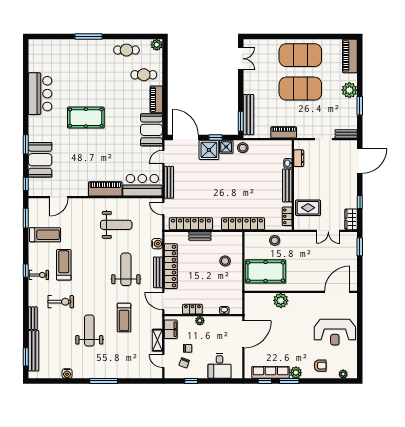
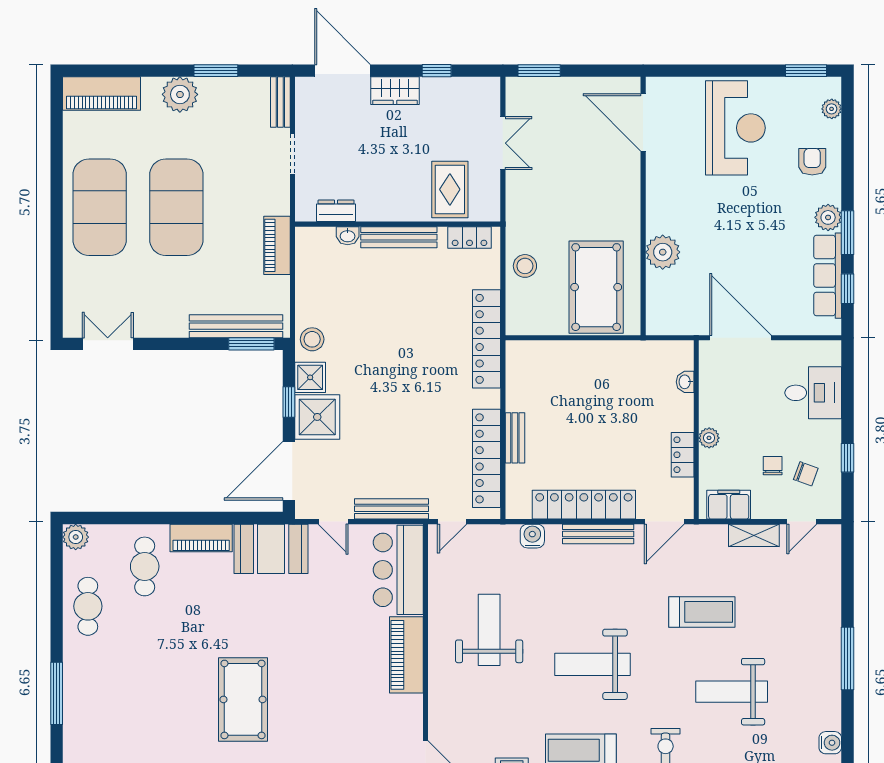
wardrobe: (351, 219) -> (395, 91), moved
stool: (225, 261) -> (572, 380), removed
weight bench: (126, 269) -> (592, 664), moved
window: (360, 363) -> (806, 71), added

